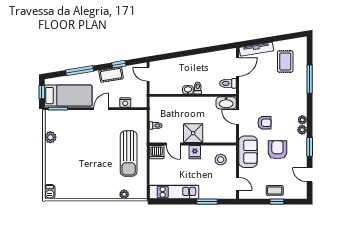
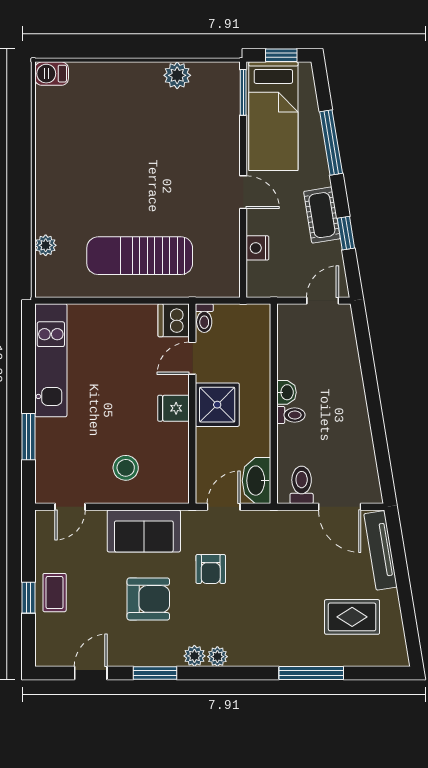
shower: (193, 133) -> (217, 405), moved
door: (173, 144) -> (192, 358), moved
wall: (193, 144) -> (192, 404), moved
dishwasher: (157, 152) -> (174, 320), moved
fridge: (195, 152) -> (174, 408), moved

